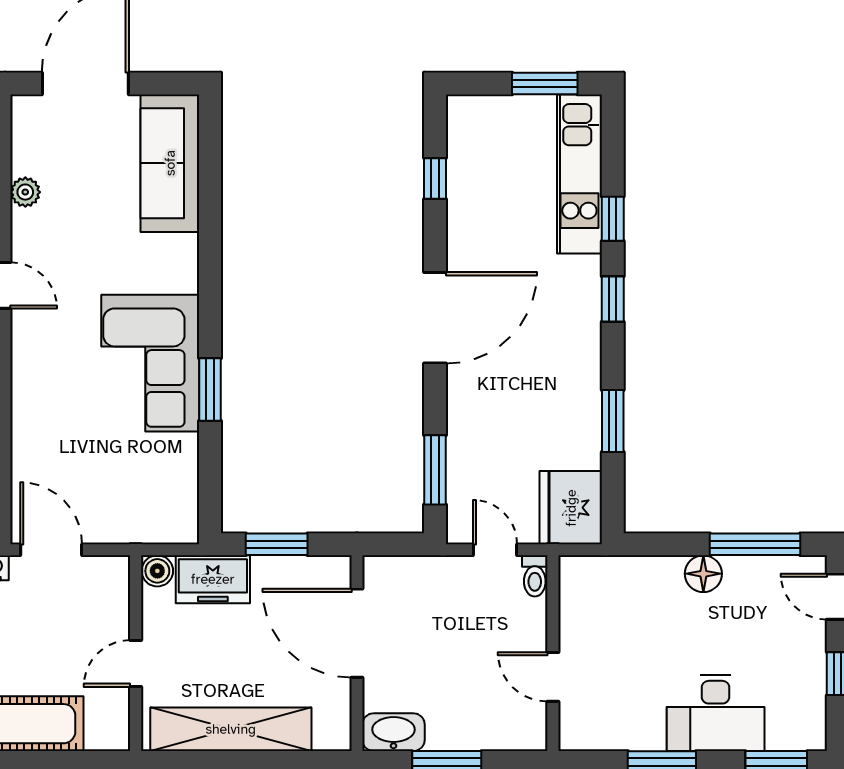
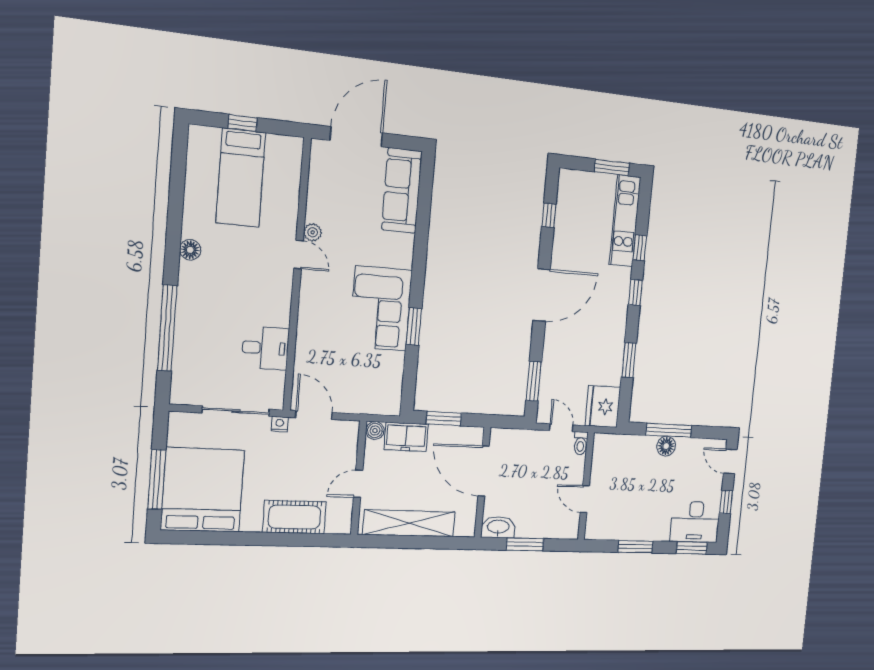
plant: (25, 192) -> (313, 232), moved
window: (755, 544) -> (669, 430), moved
desk: (716, 713) -> (695, 522), moved

